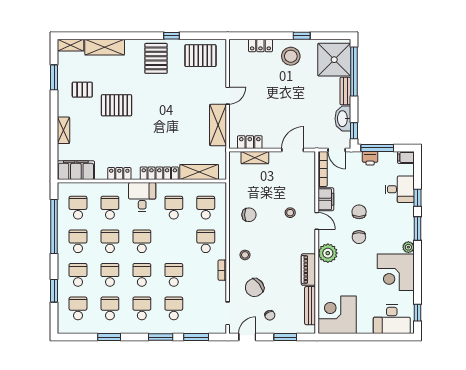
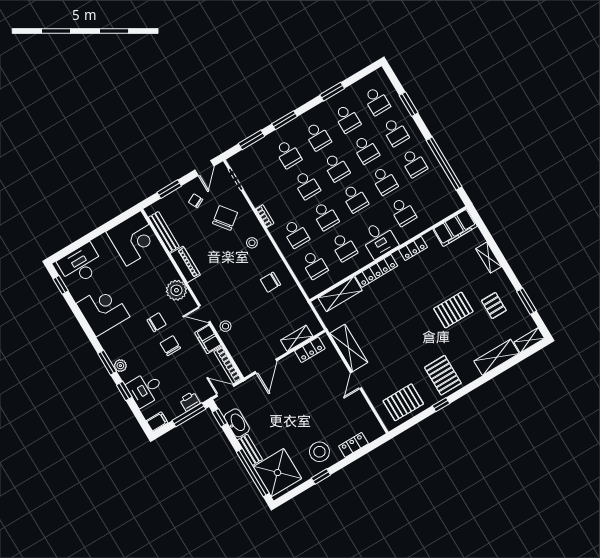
pallet: (82, 90) -> (494, 306), turned 90
school desk: (78, 208) -> (325, 216), moved
chair: (359, 212) -> (170, 346), turned 180
stool: (290, 213) -> (226, 326), moved
chair: (359, 237) -> (156, 322), turned 90
plant: (408, 247) -> (120, 366), moved

